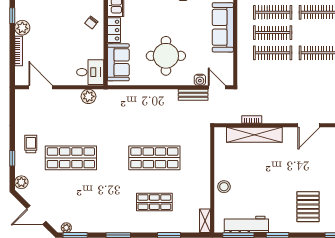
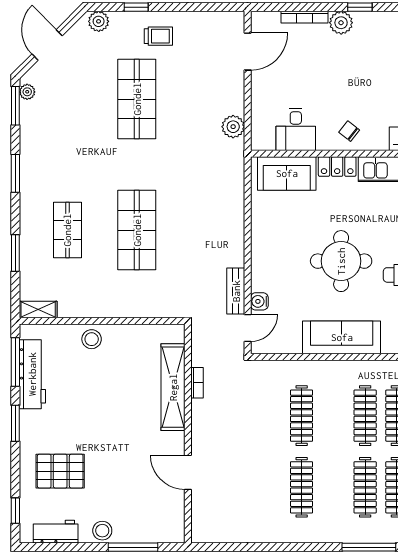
clothes rail: (273, 33) -> (333, 416), removed
round table: (166, 56) -> (341, 261), moved
desk: (90, 72) -> (296, 129), moved

